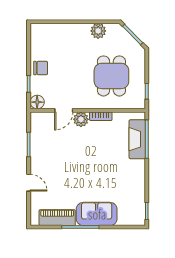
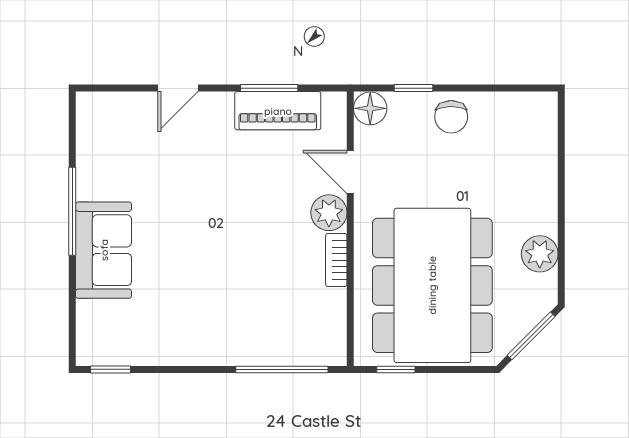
dining table: (111, 76) -> (432, 285), width x1.88, depth x1.24
fireplace: (137, 139) -> (282, 347), removed
piano: (57, 218) -> (278, 111), moved, turned 90

